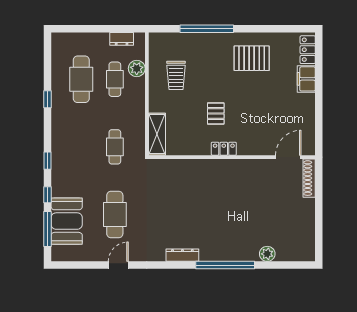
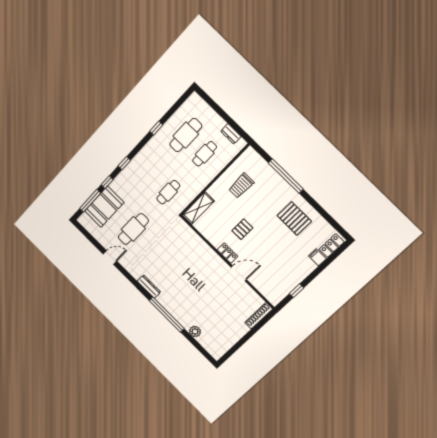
plant: (137, 68) -> (223, 160), removed
filing cabinet: (306, 79) -> (317, 257), width x0.50
window: (319, 120) -> (296, 291), added
door: (288, 157) -> (239, 273), moved

